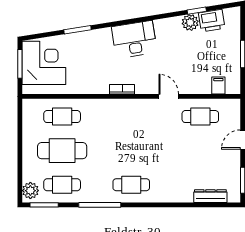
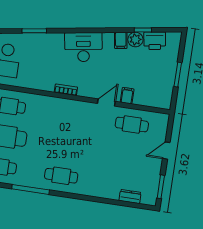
filing cabinet: (174, 26) -> (121, 40), added
filing cabinet: (218, 86) -> (127, 96), moved
door: (169, 96) -> (106, 102), hinge flipped
dresser: (210, 196) -> (130, 196), width x0.70

